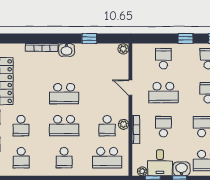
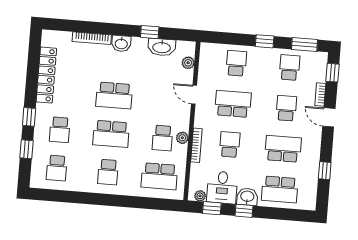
plant: (123, 49) -> (188, 63), moved
washbasin: (100, 50) -> (162, 47), added
school desk: (163, 93) -> (233, 104), turned 180

